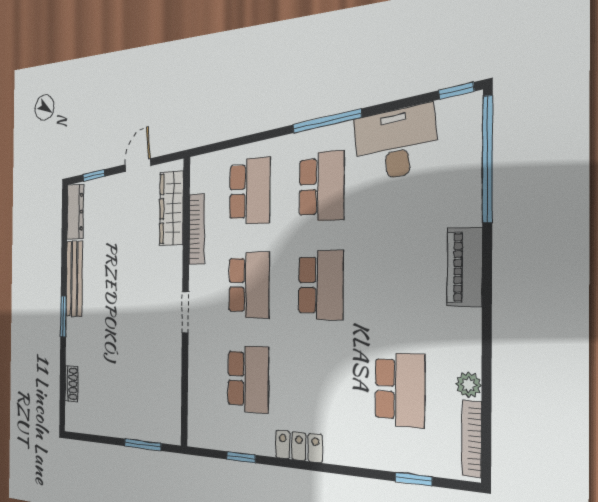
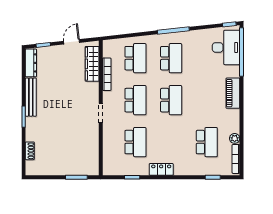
desk: (395, 143) -> (226, 47), moved, turned 96

